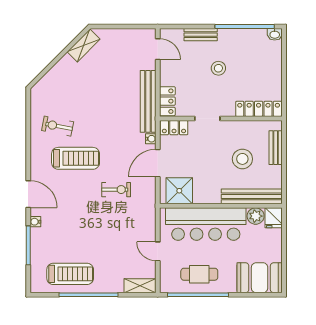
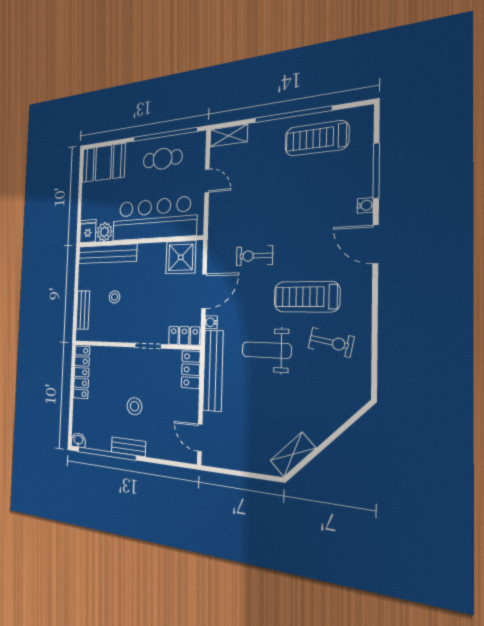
bench: (201, 35) -> (128, 447), moved
locker: (259, 109) -> (81, 372), moved, turned -90
weight bench: (105, 119) -> (267, 350), added
stool: (242, 159) -> (115, 297), width x0.53, depth x0.53

